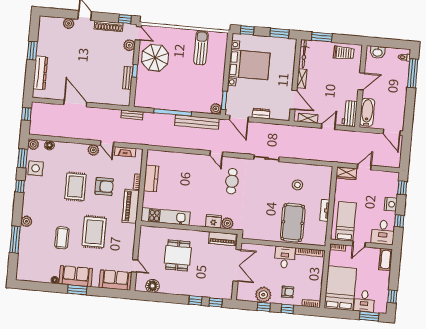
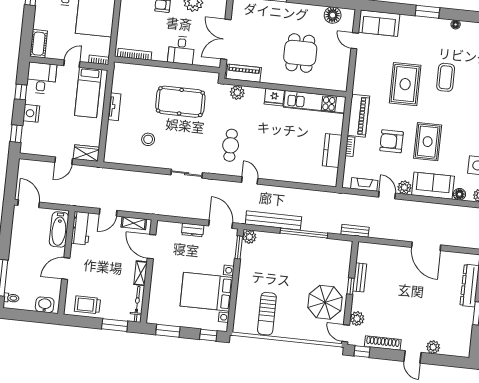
fridge: (213, 221) -> (274, 97), moved
pool table: (293, 223) -> (180, 102), moved, turned 90
desk: (285, 257) -> (181, 50), moved
sofa: (76, 276) -> (433, 186), moved, turned 180

